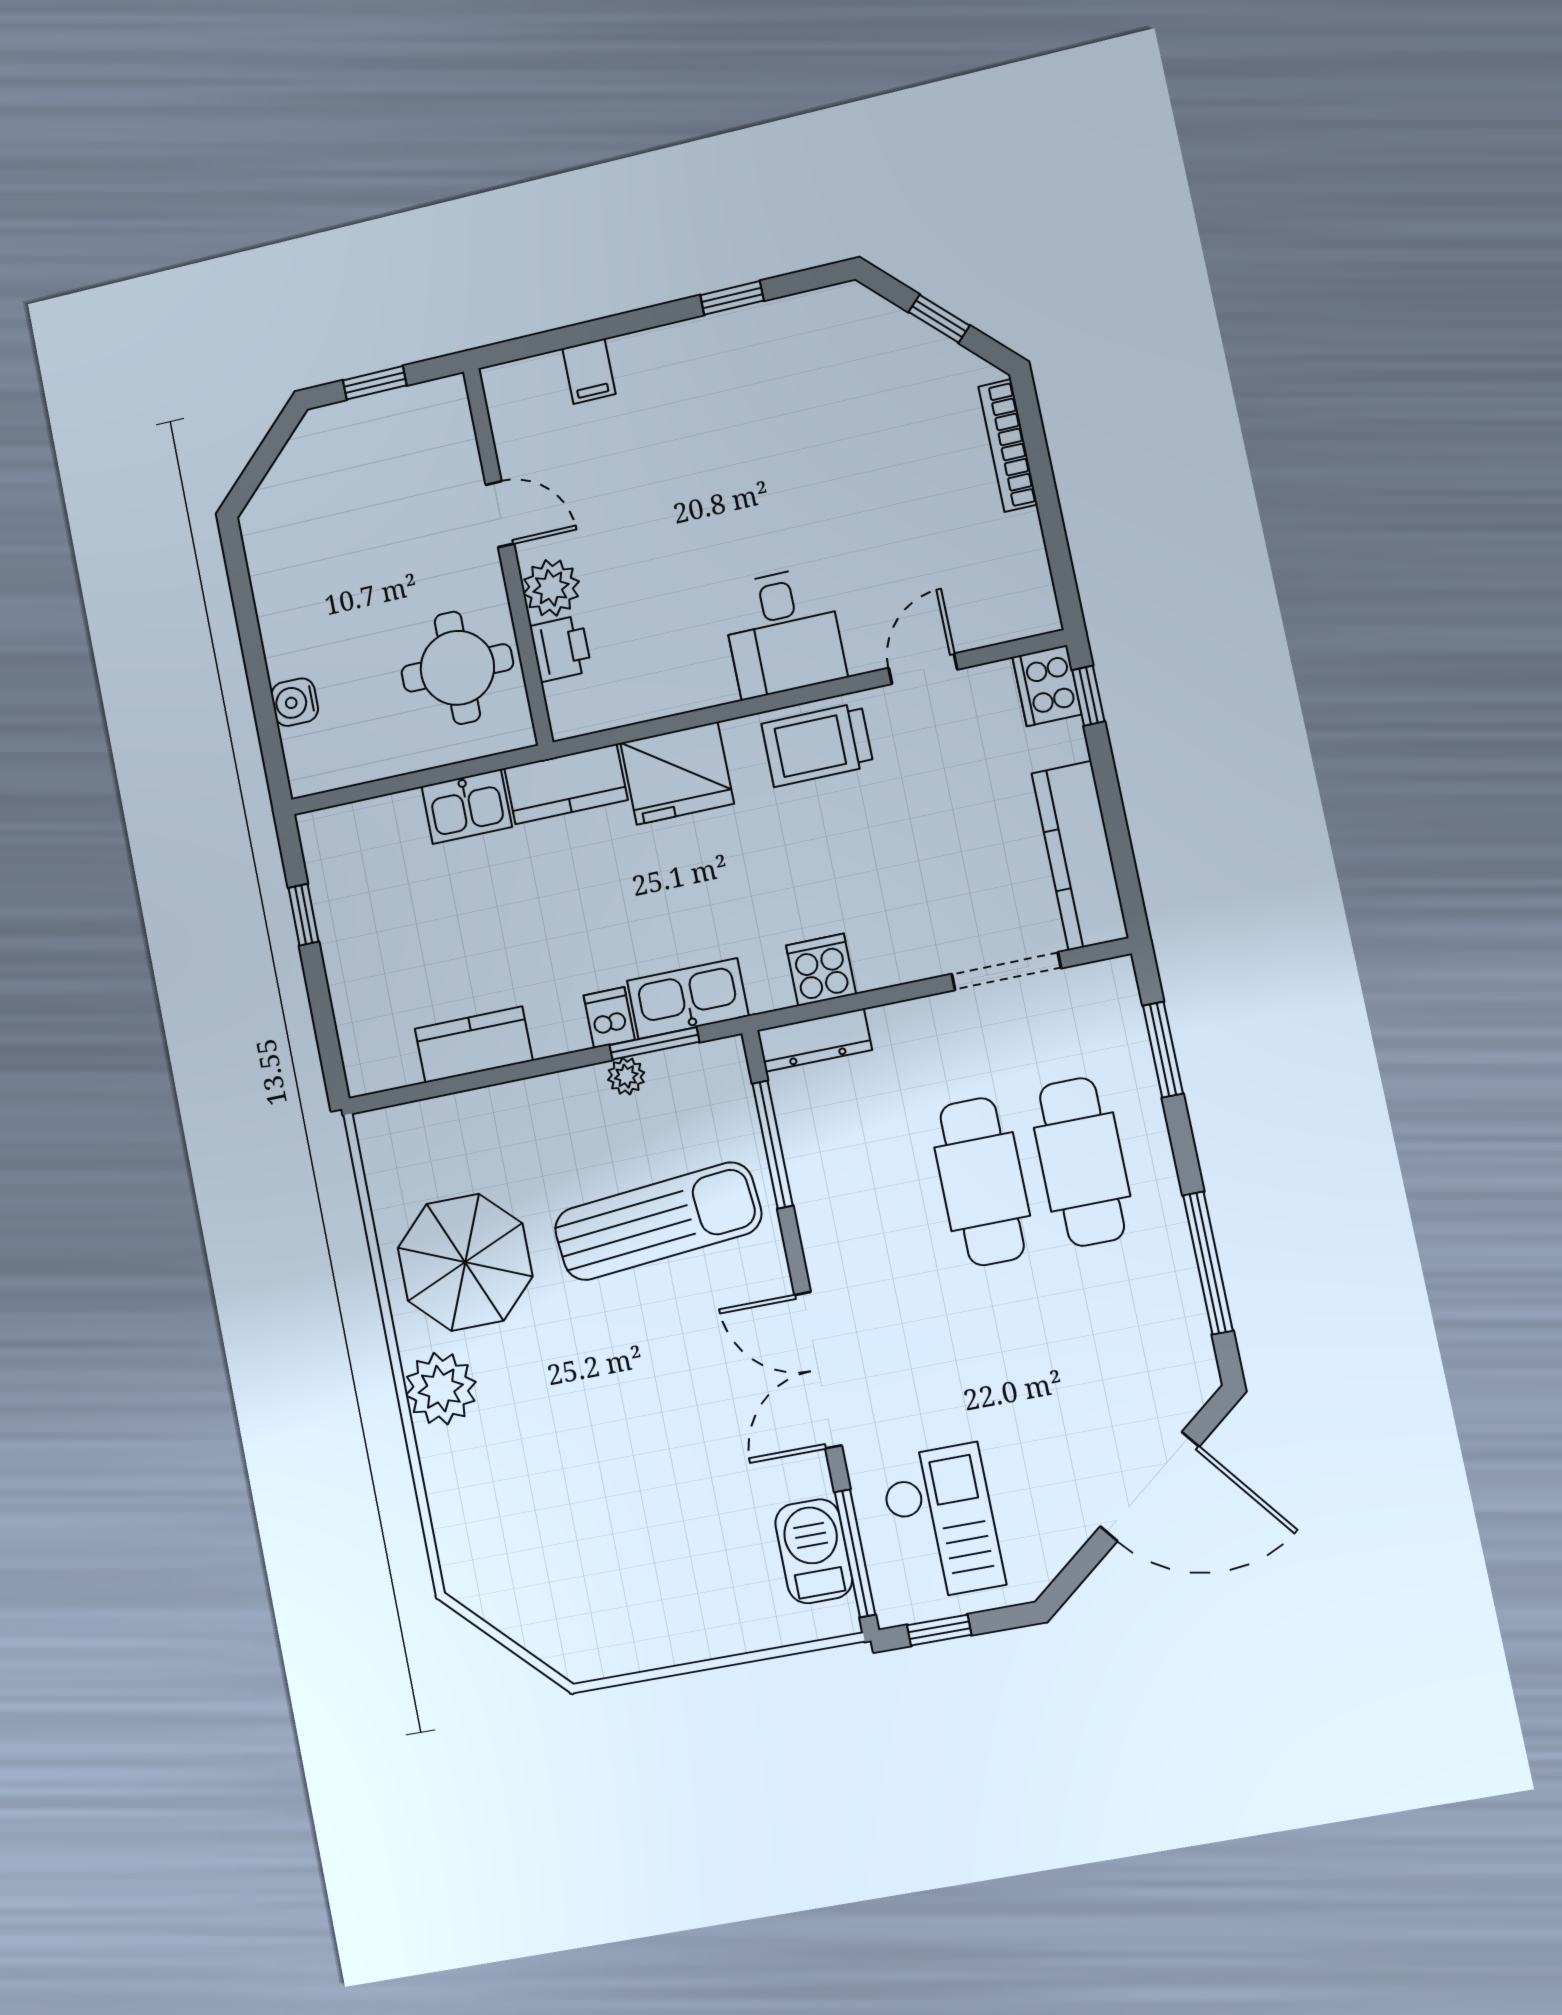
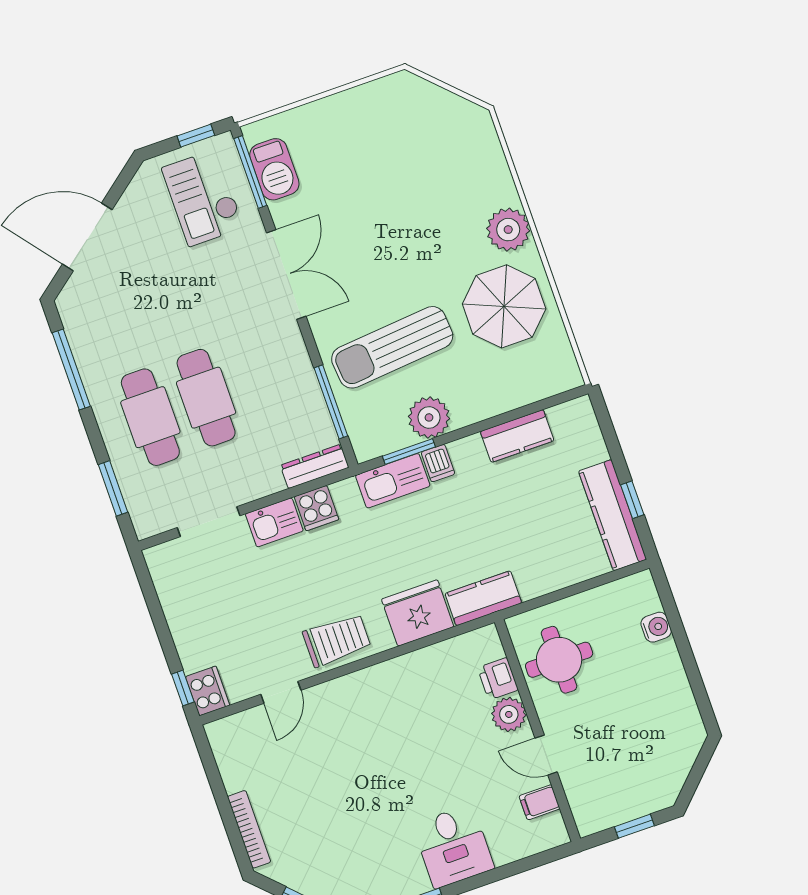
filing cabinet: (589, 371) -> (540, 802), moved, turned -90
desk: (783, 632) -> (453, 846), moved, turned 180
kitchen sink: (467, 807) -> (274, 522), moved, turned 180
kitchen counter: (1080, 856) -> (613, 515), moved, turned 180
plant: (626, 1076) -> (429, 417), width x1.87, depth x1.87

